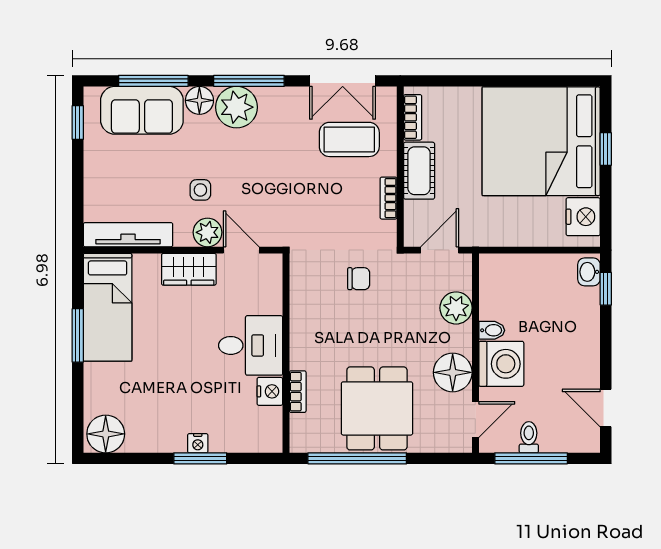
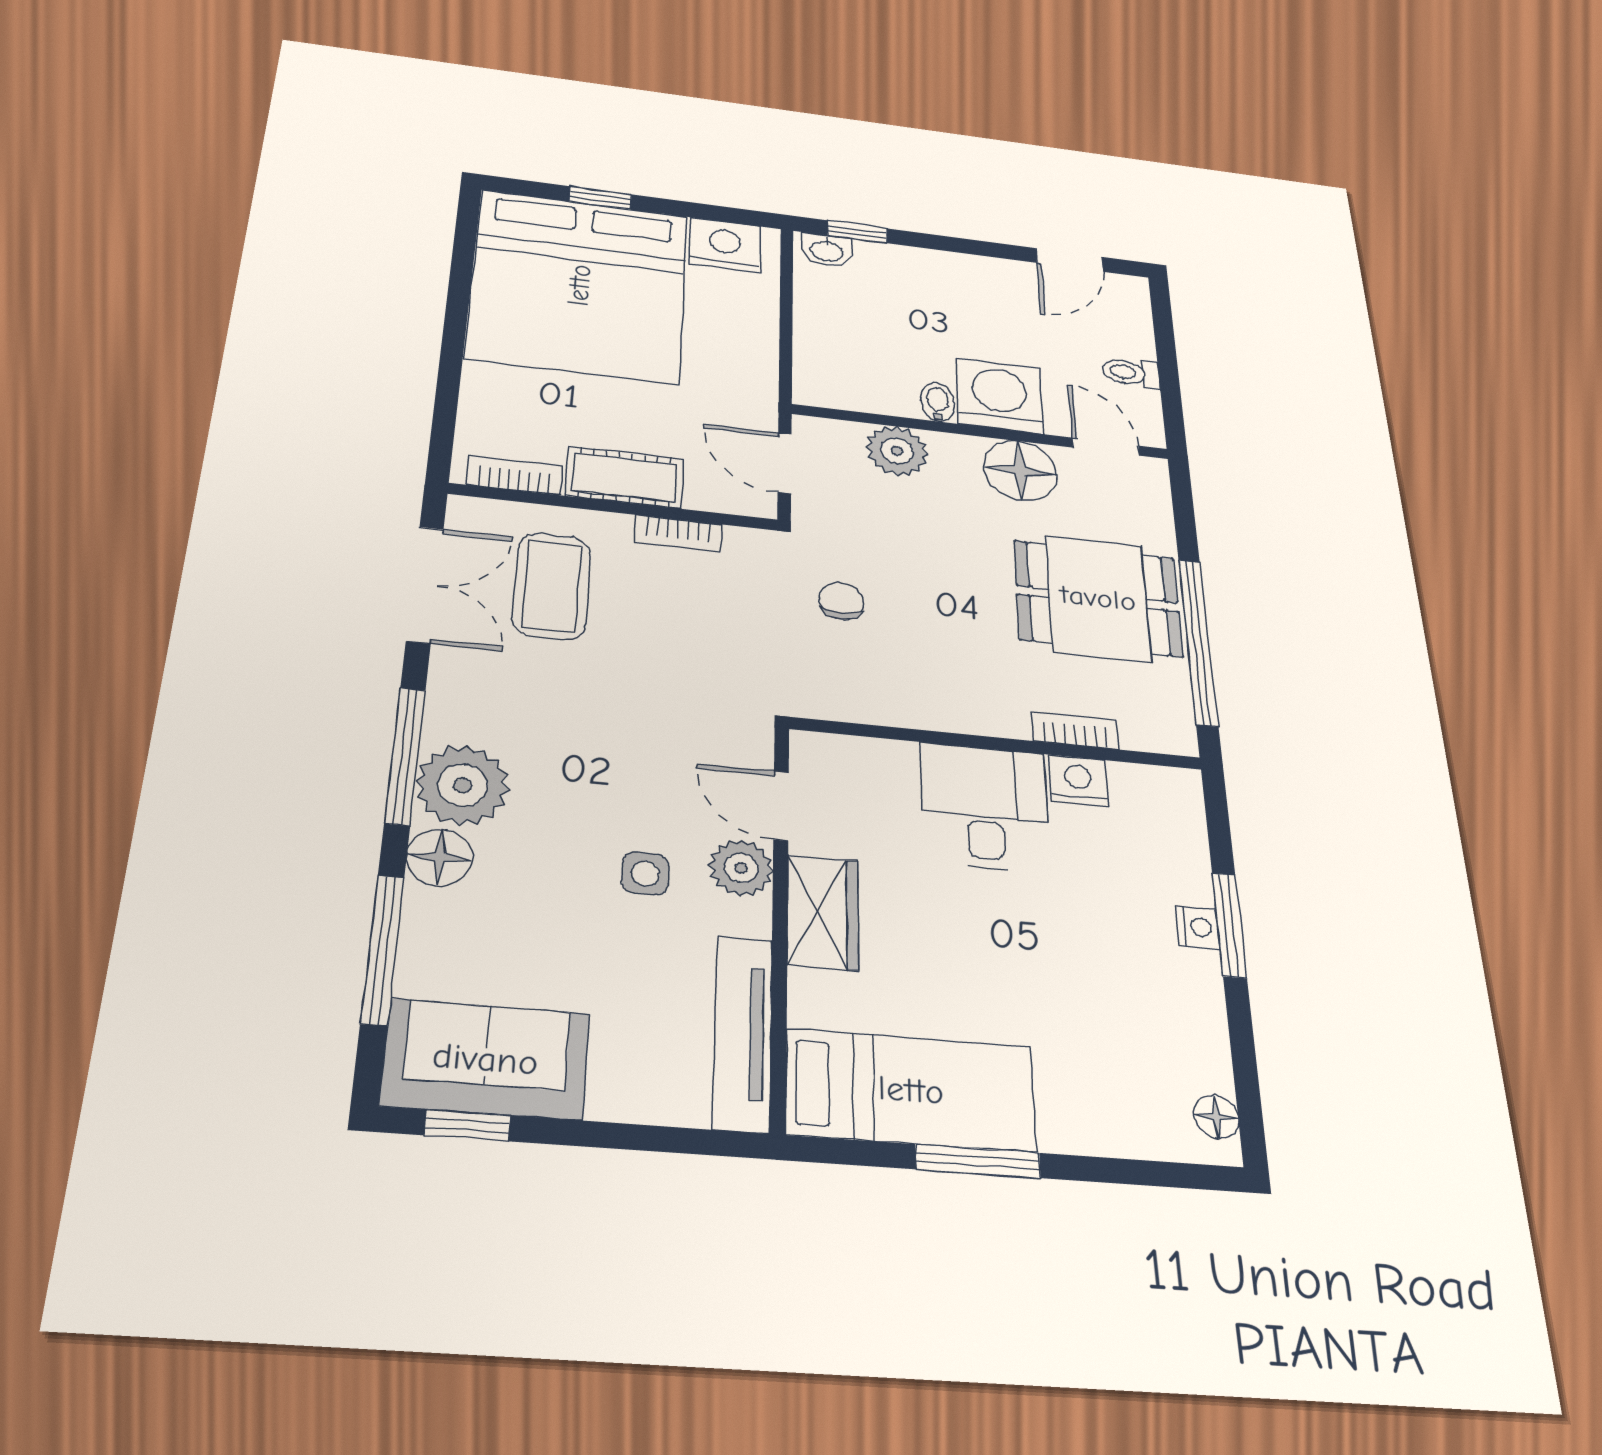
sofa: (142, 110) -> (486, 1059), moved, turned -90
door: (241, 250) -> (781, 806), hinge flipped
floor lamp: (106, 434) -> (1216, 1117), width x0.53, depth x0.53
window: (531, 458) -> (1169, 374), removed

